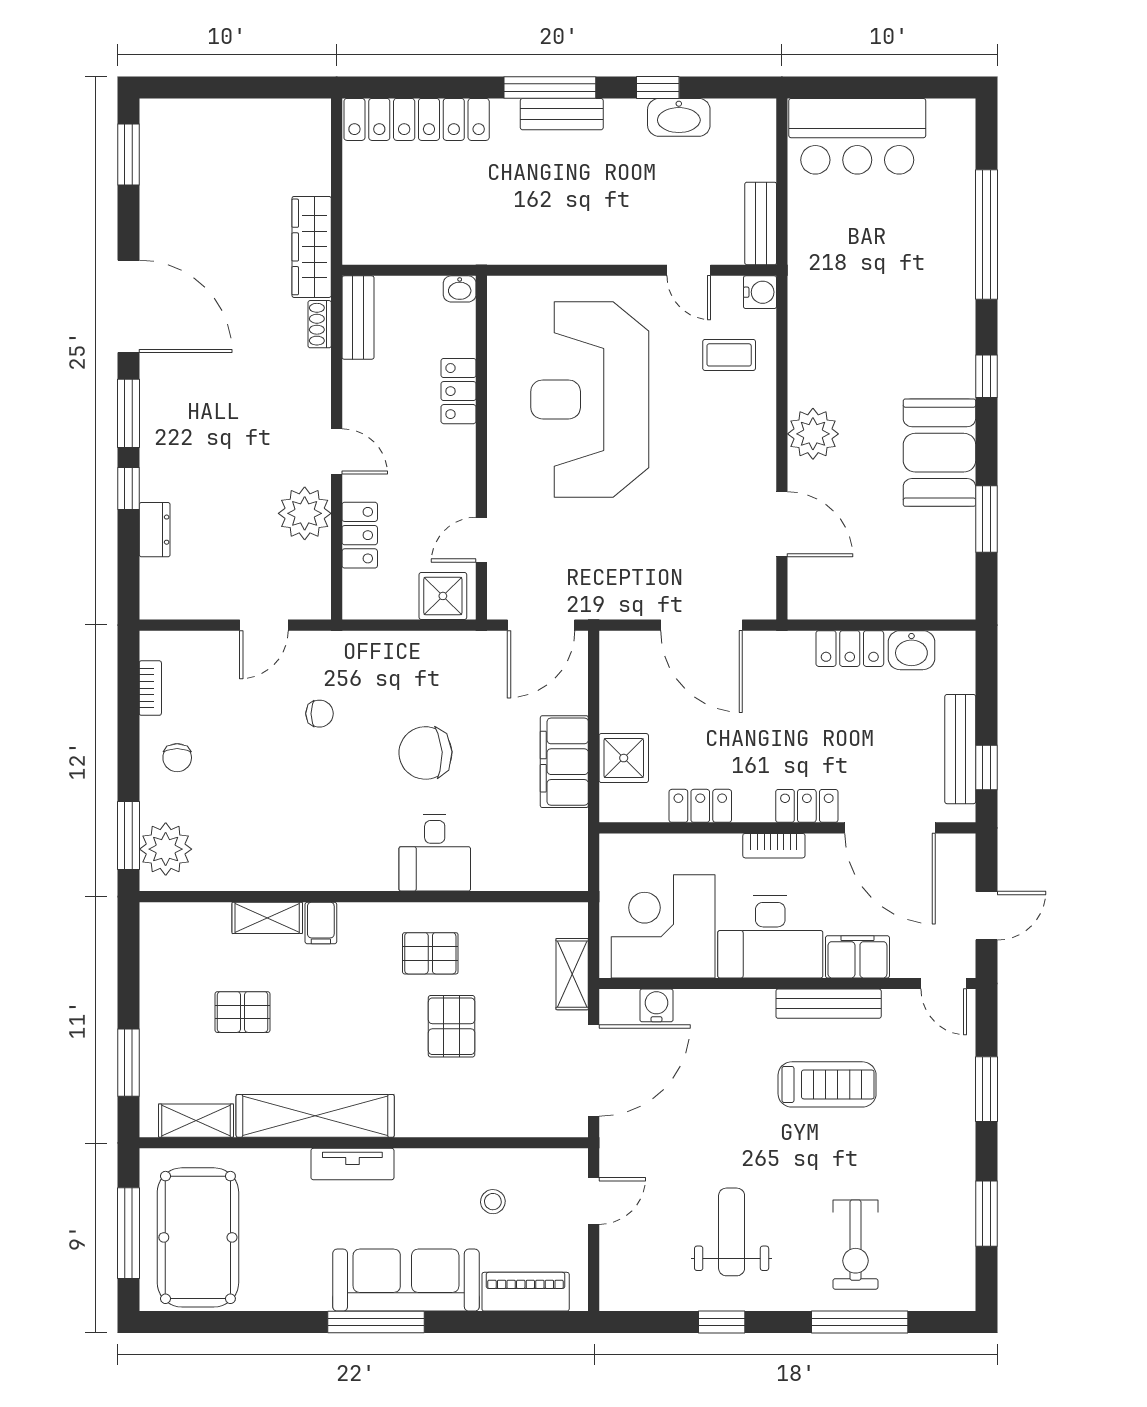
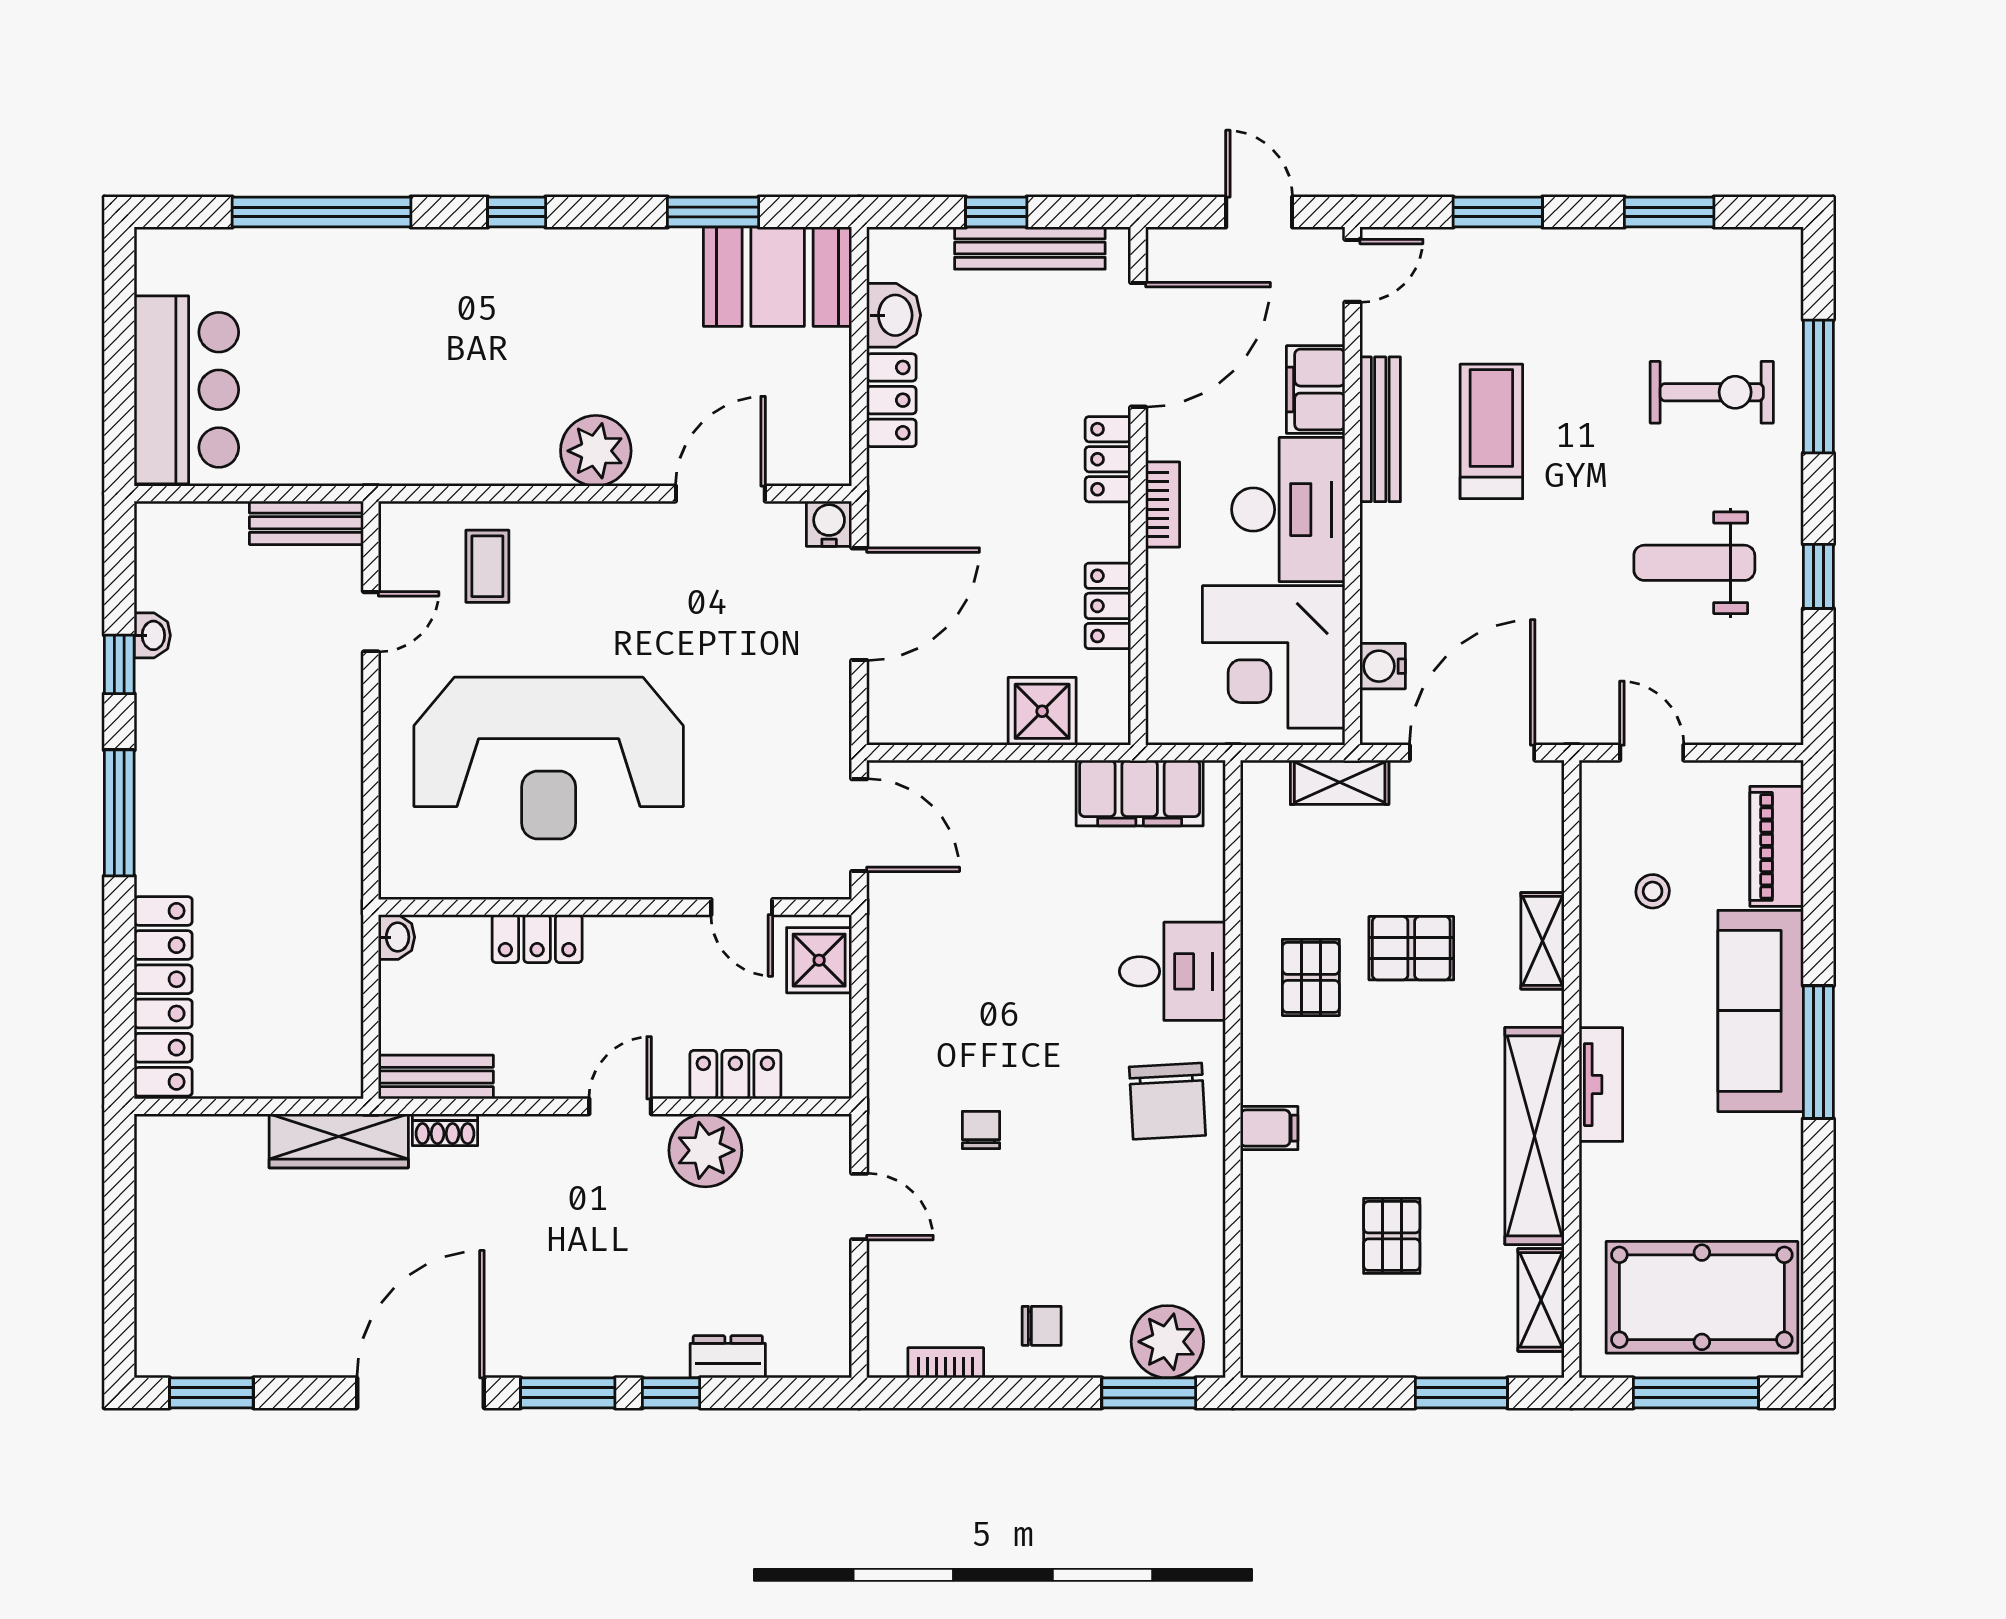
bench: (562, 114) -> (156, 797), removed
washbasin: (679, 117) -> (152, 635), width x0.52, depth x0.69
water cooler: (760, 292) -> (829, 524), moved
booth: (939, 453) -> (778, 277), moved
chair: (425, 753) -> (1167, 1101), moved
filing cabinet: (564, 762) -> (1140, 793), moved
window: (986, 768) -> (996, 212), moved
shelving: (267, 918) -> (1543, 941), moved
door: (594, 1070) -> (1472, 753), hinge flipped

